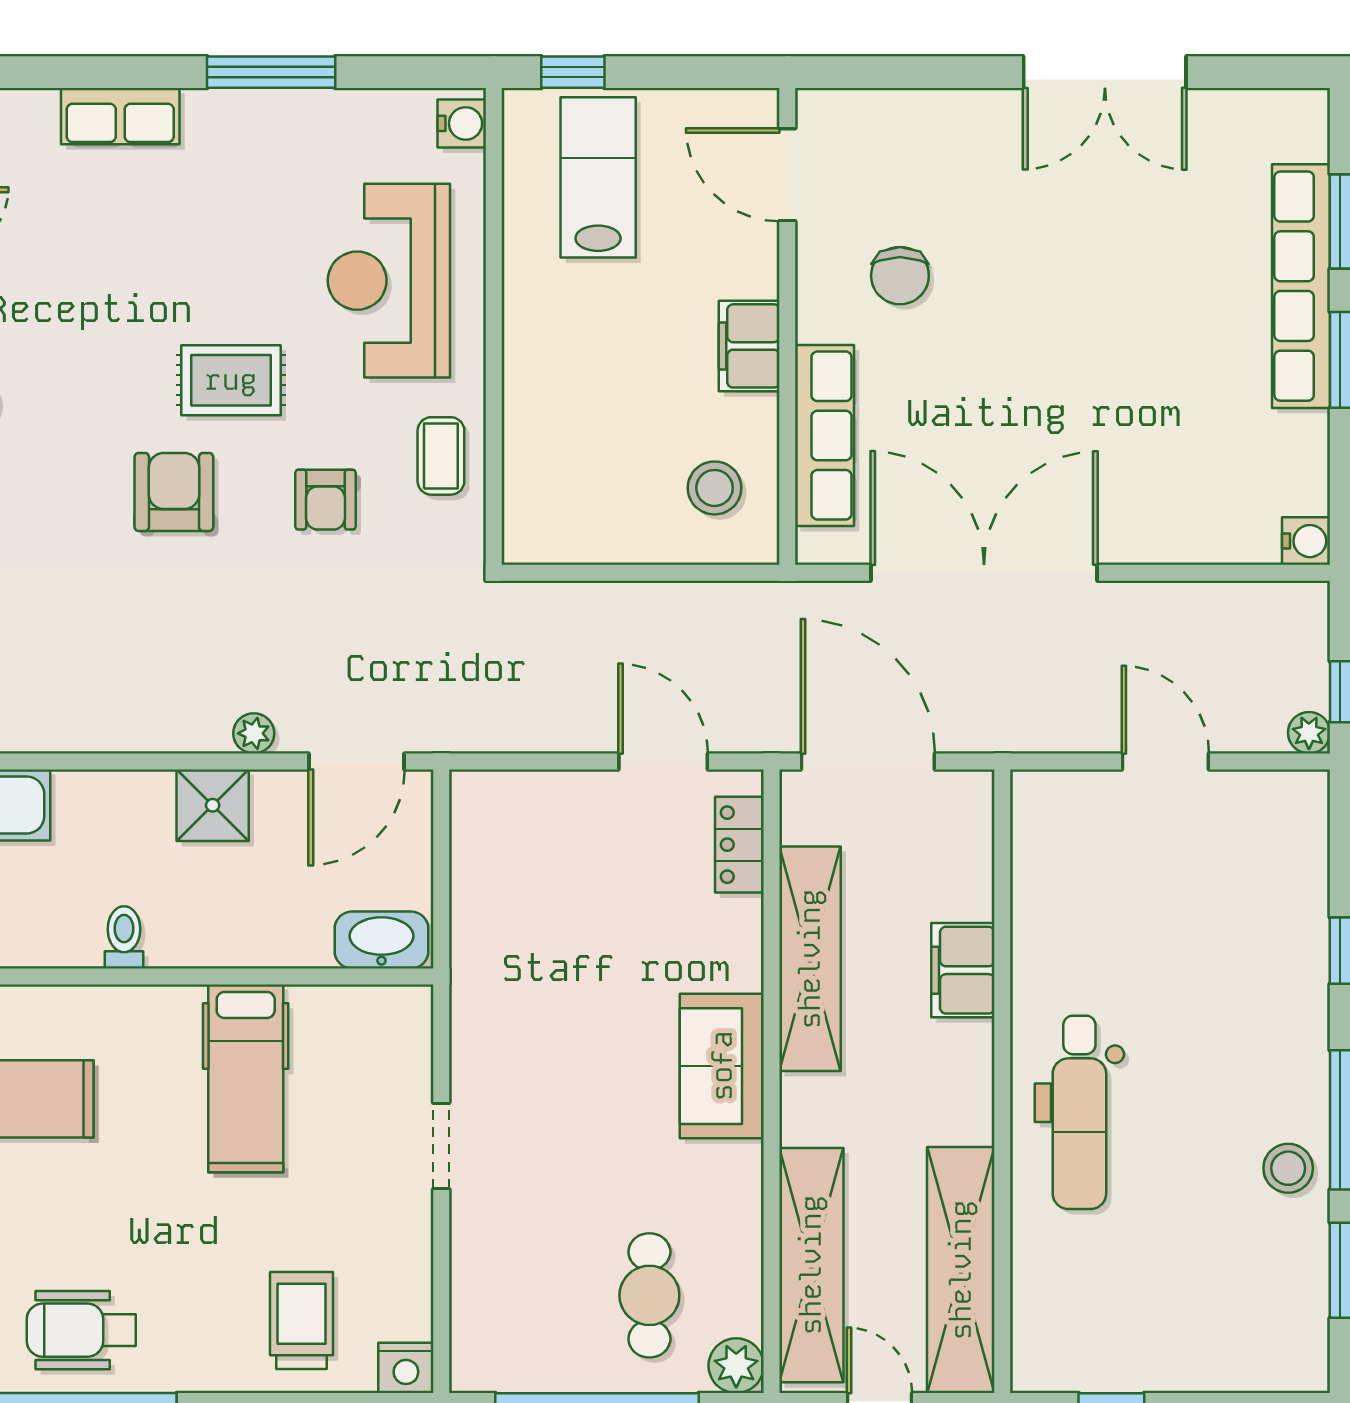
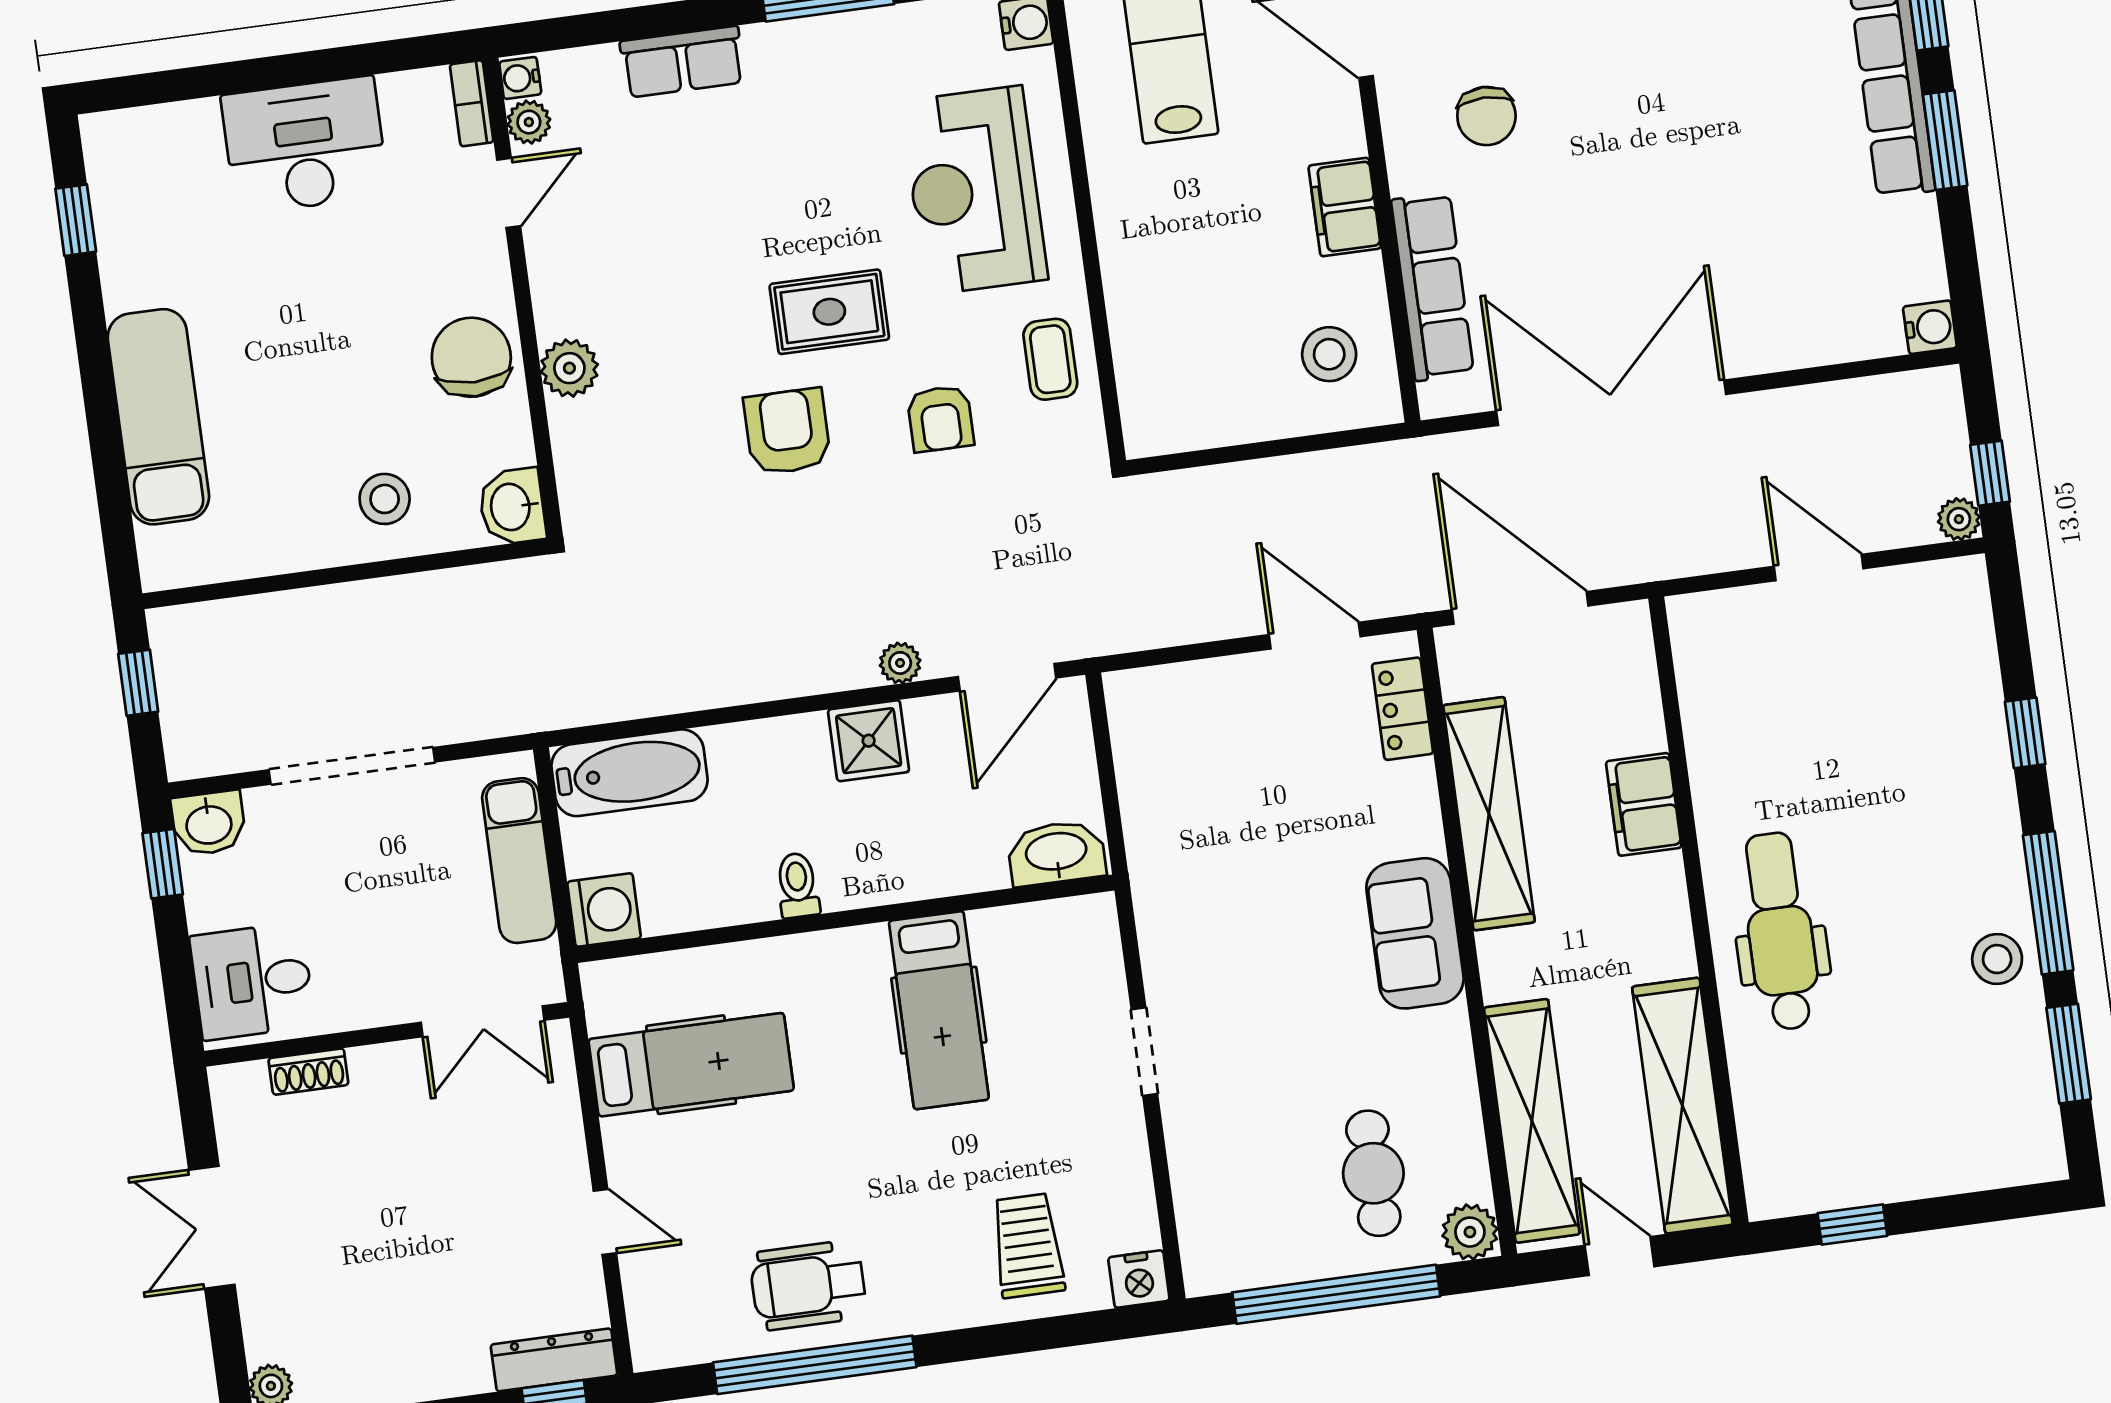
dental chair: (1079, 1112) -> (1780, 931), turned 180

